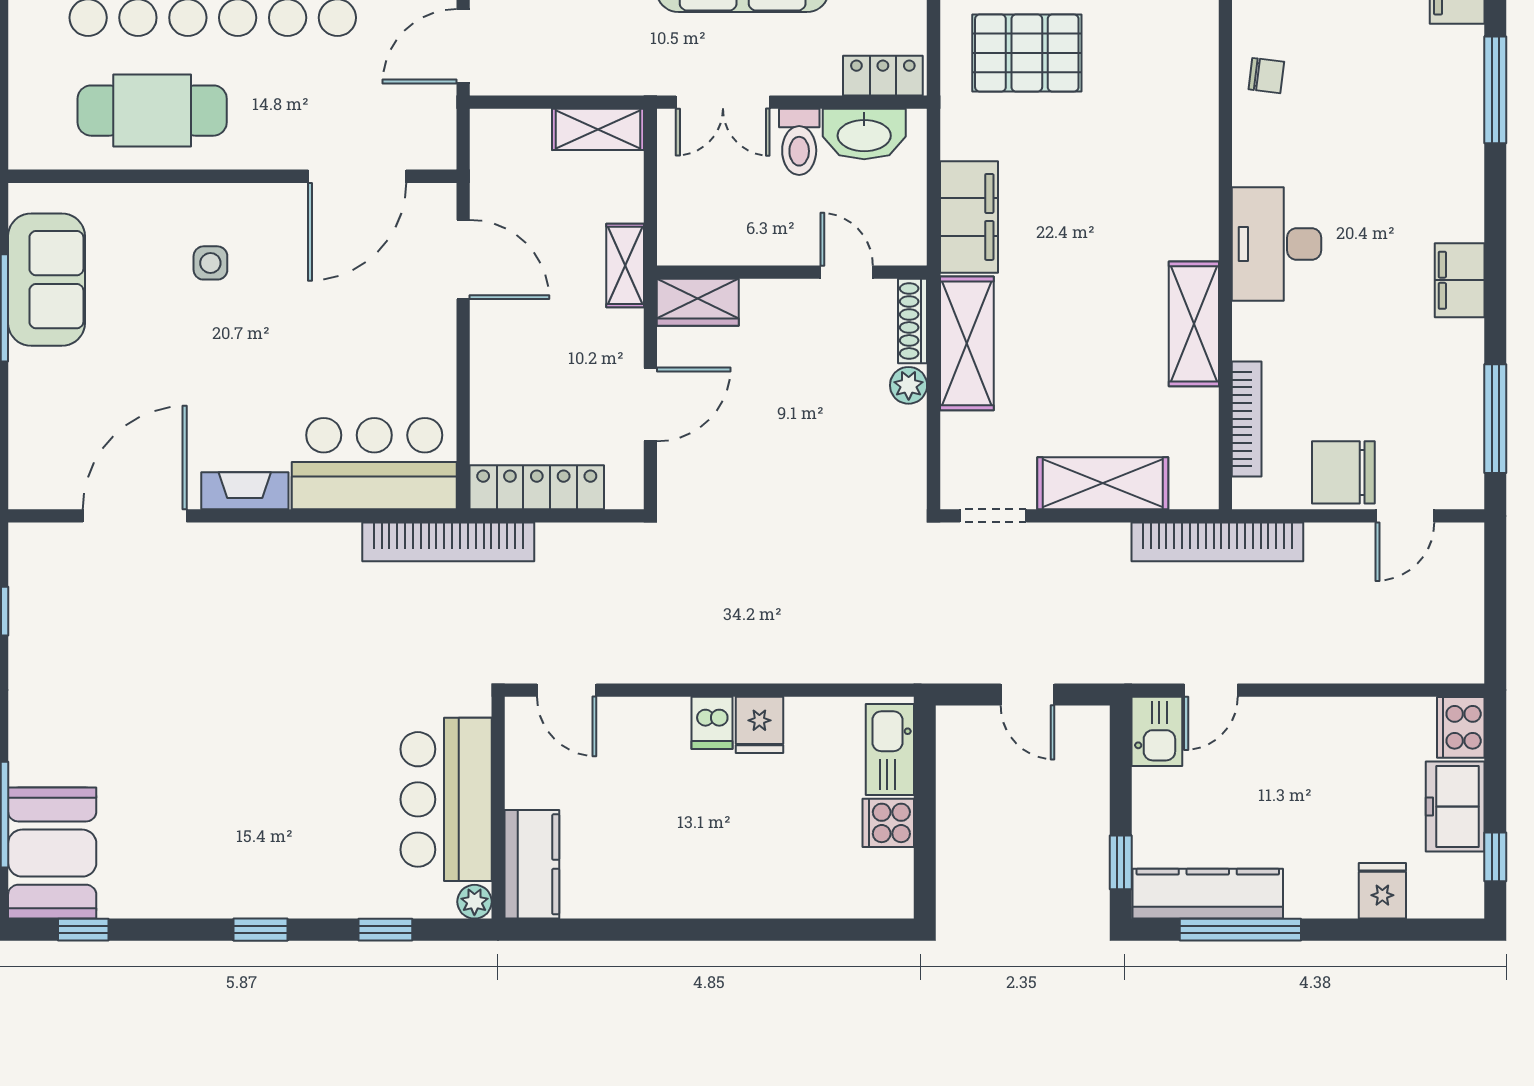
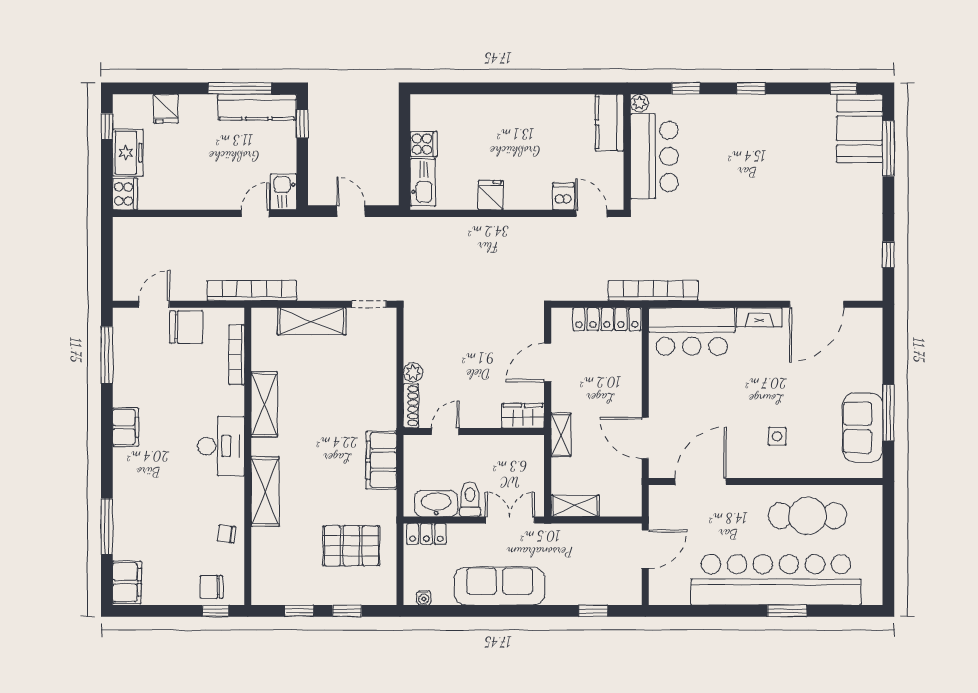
door: (847, 272) -> (445, 431), swing flipped
shelving: (967, 343) -> (265, 492), moved
dishwasher: (712, 723) -> (563, 196), moved

